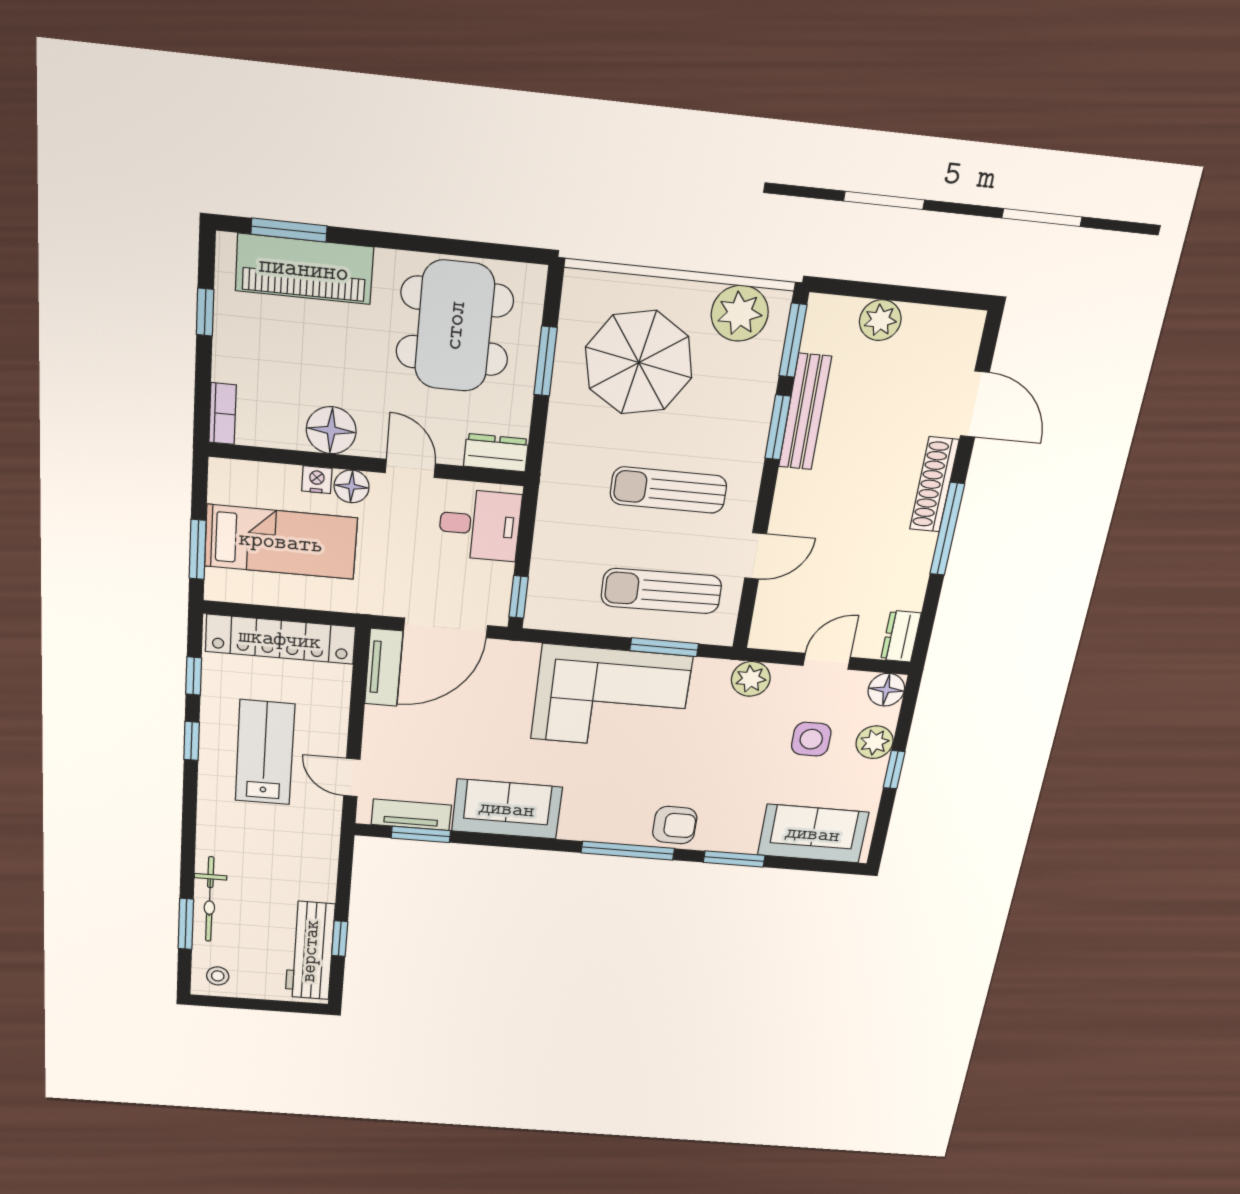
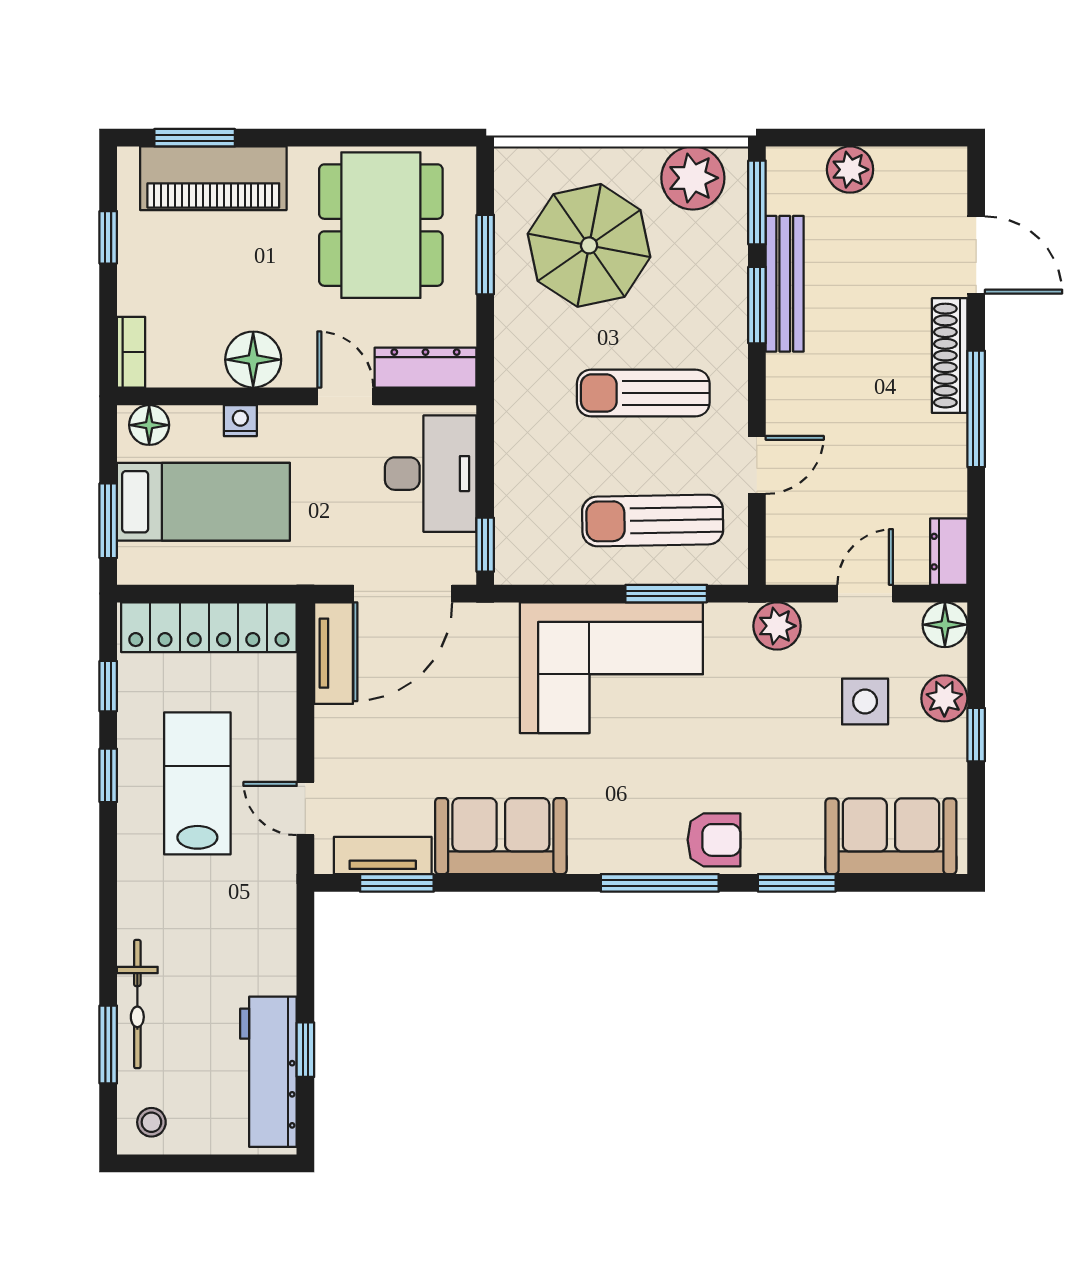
dresser: (496, 453) -> (426, 368), width x1.44
floor lamp: (352, 486) -> (149, 425), moved
desk: (480, 525) -> (431, 474), width x1.37

